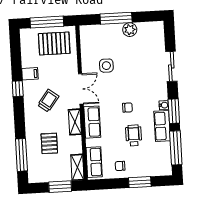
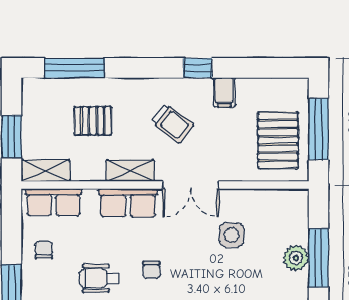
plant: (130, 30) -> (296, 258), moved
wheelchair: (134, 135) -> (99, 278), turned 180

